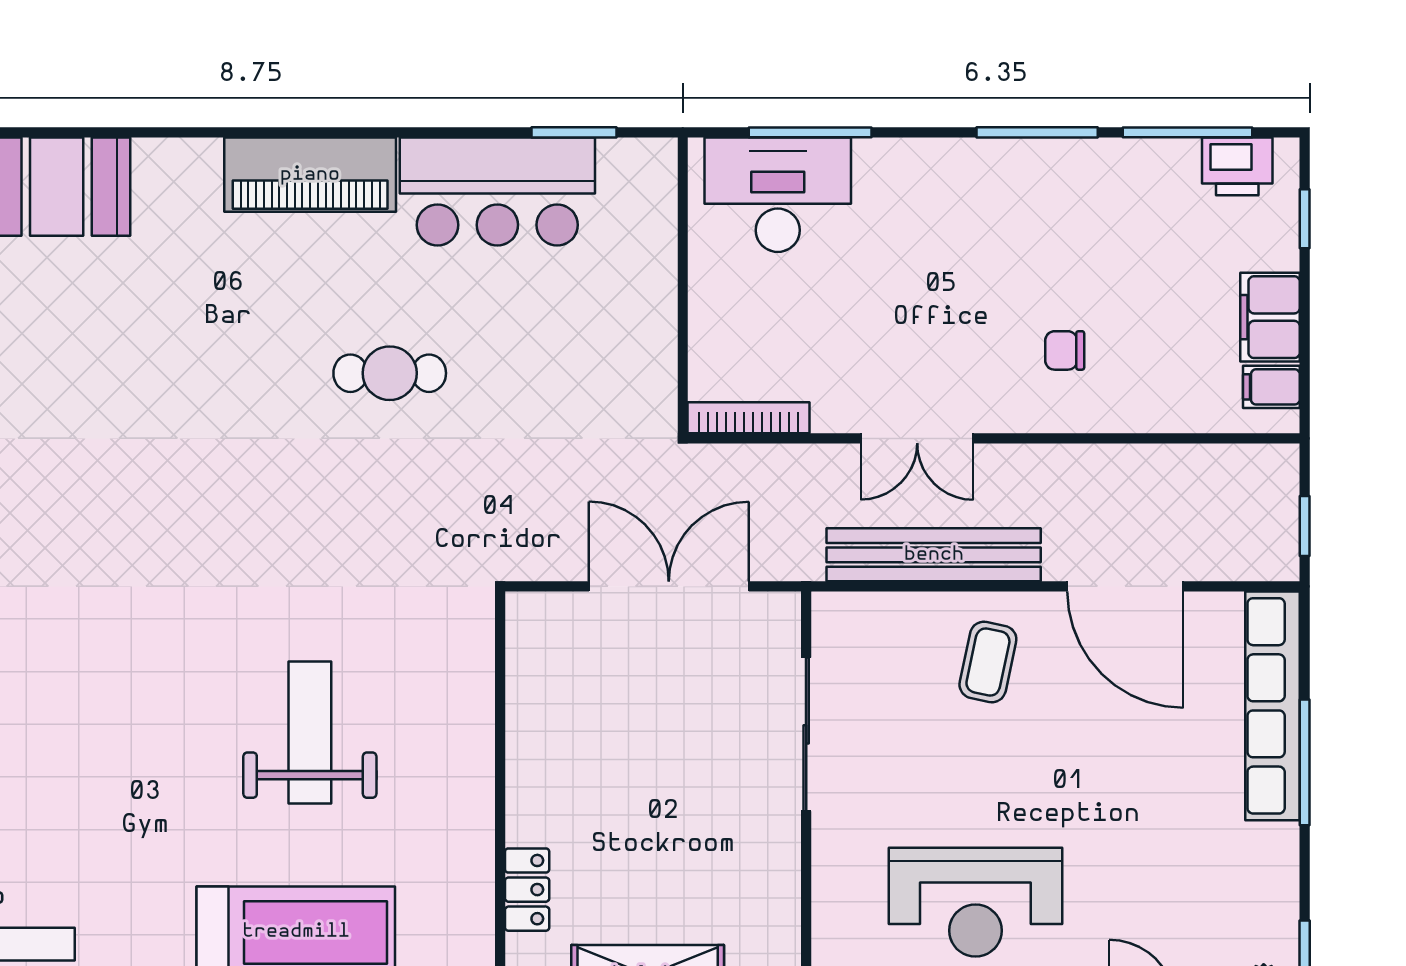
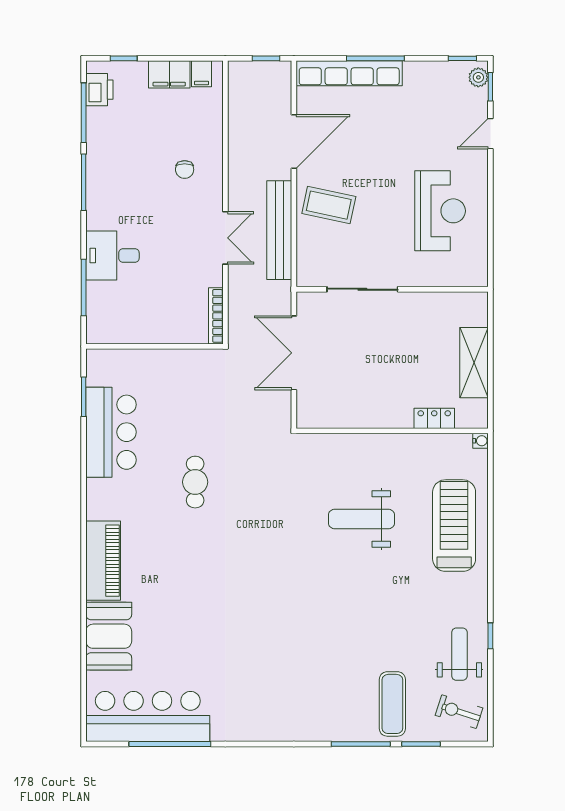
piano: (310, 175) -> (103, 561), moved
desk: (778, 195) -> (112, 256), moved, width x0.73
coffee table: (988, 662) -> (329, 205), width x1.36, depth x1.30

